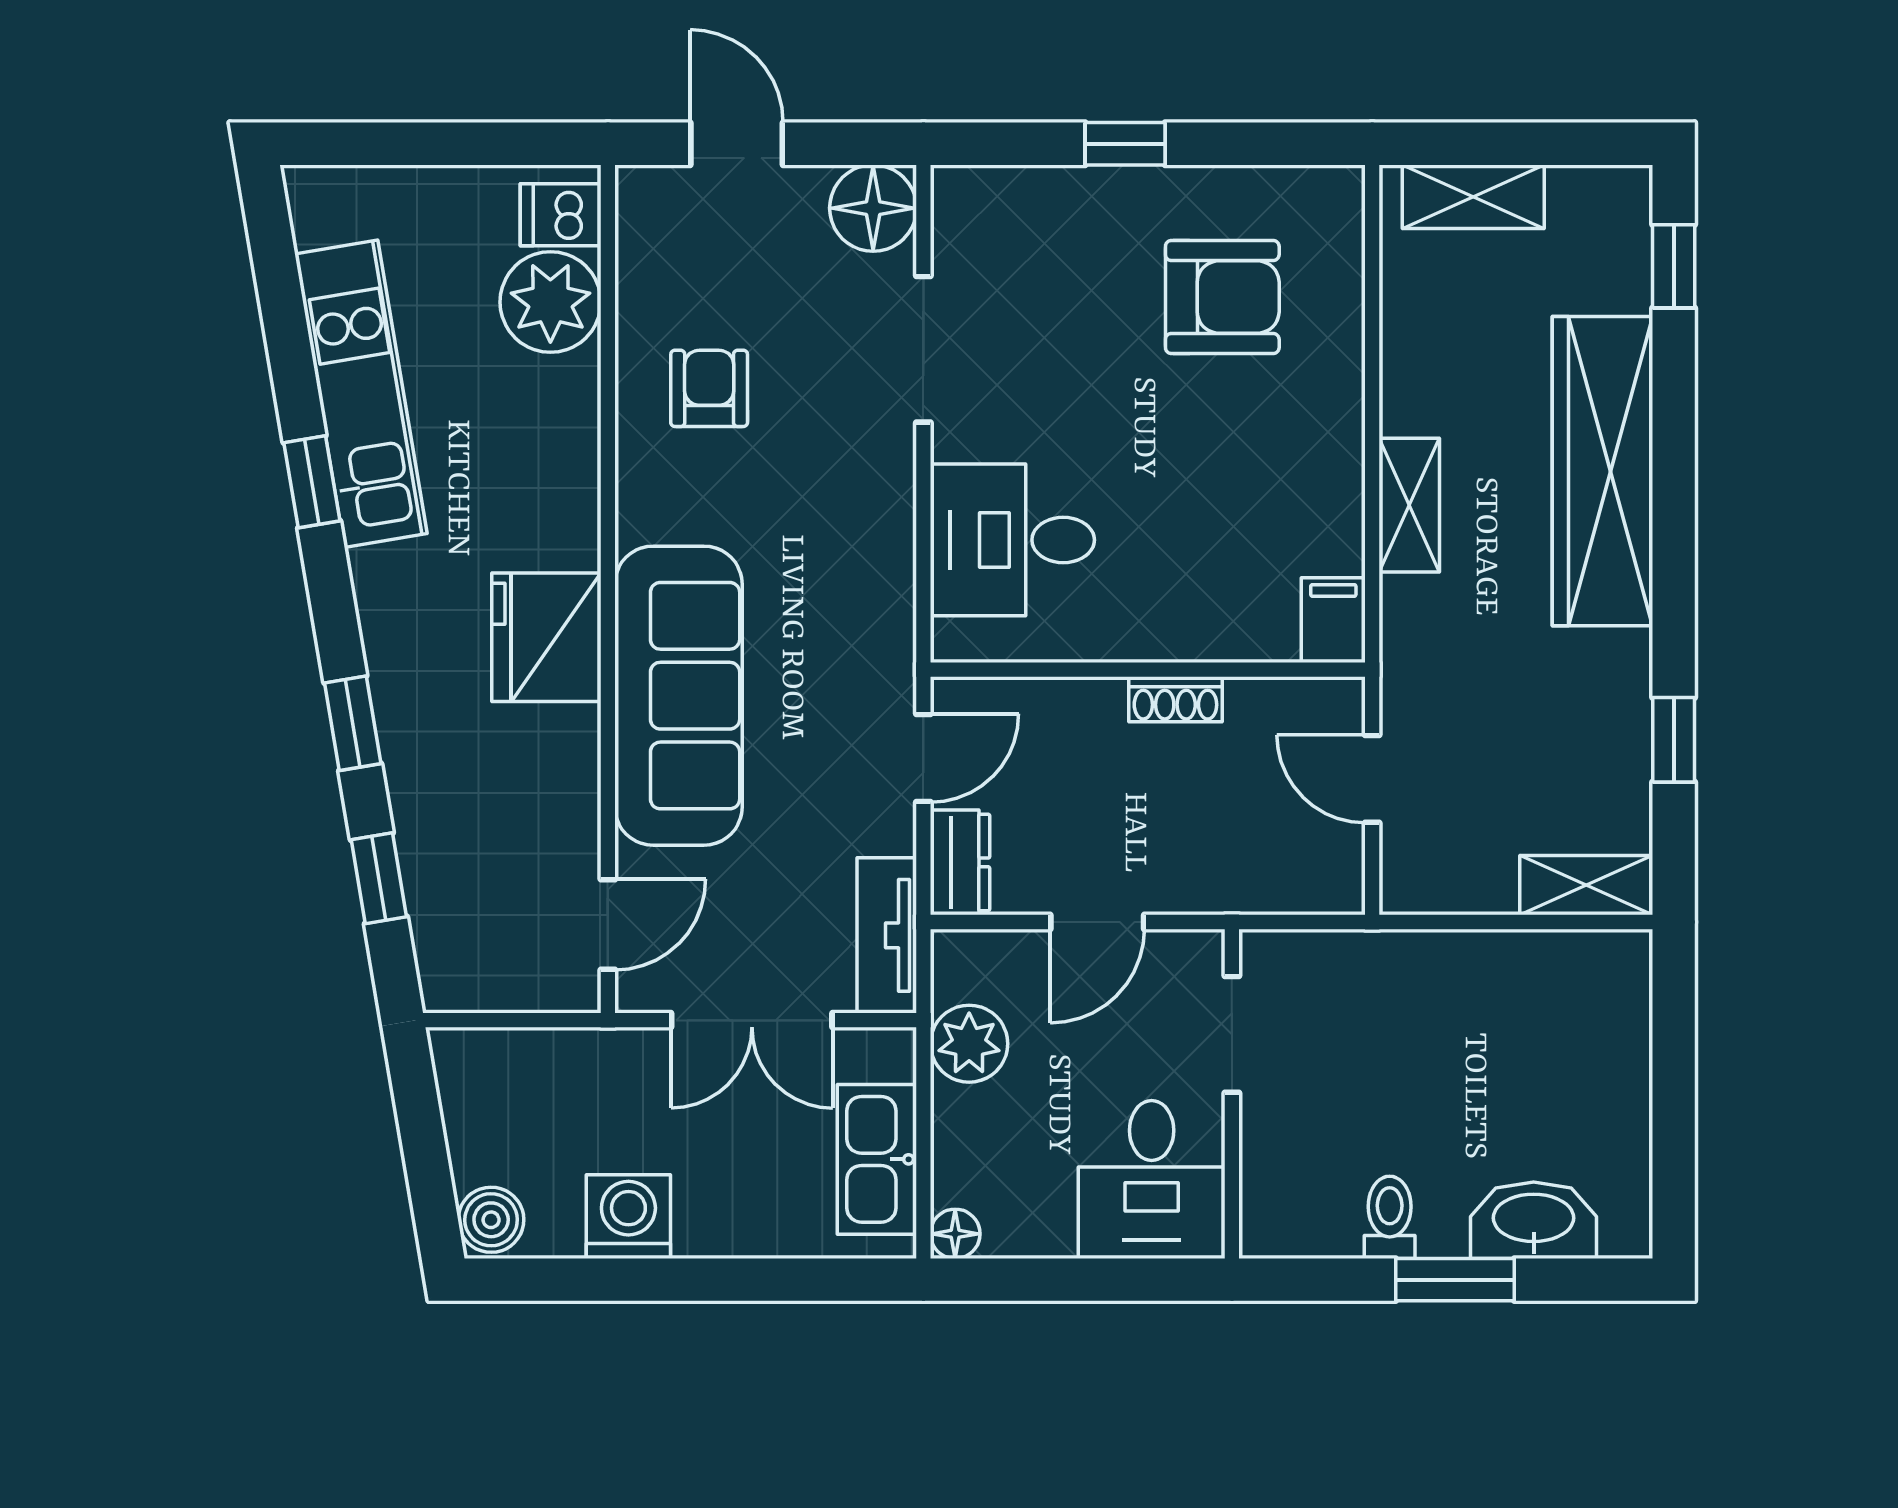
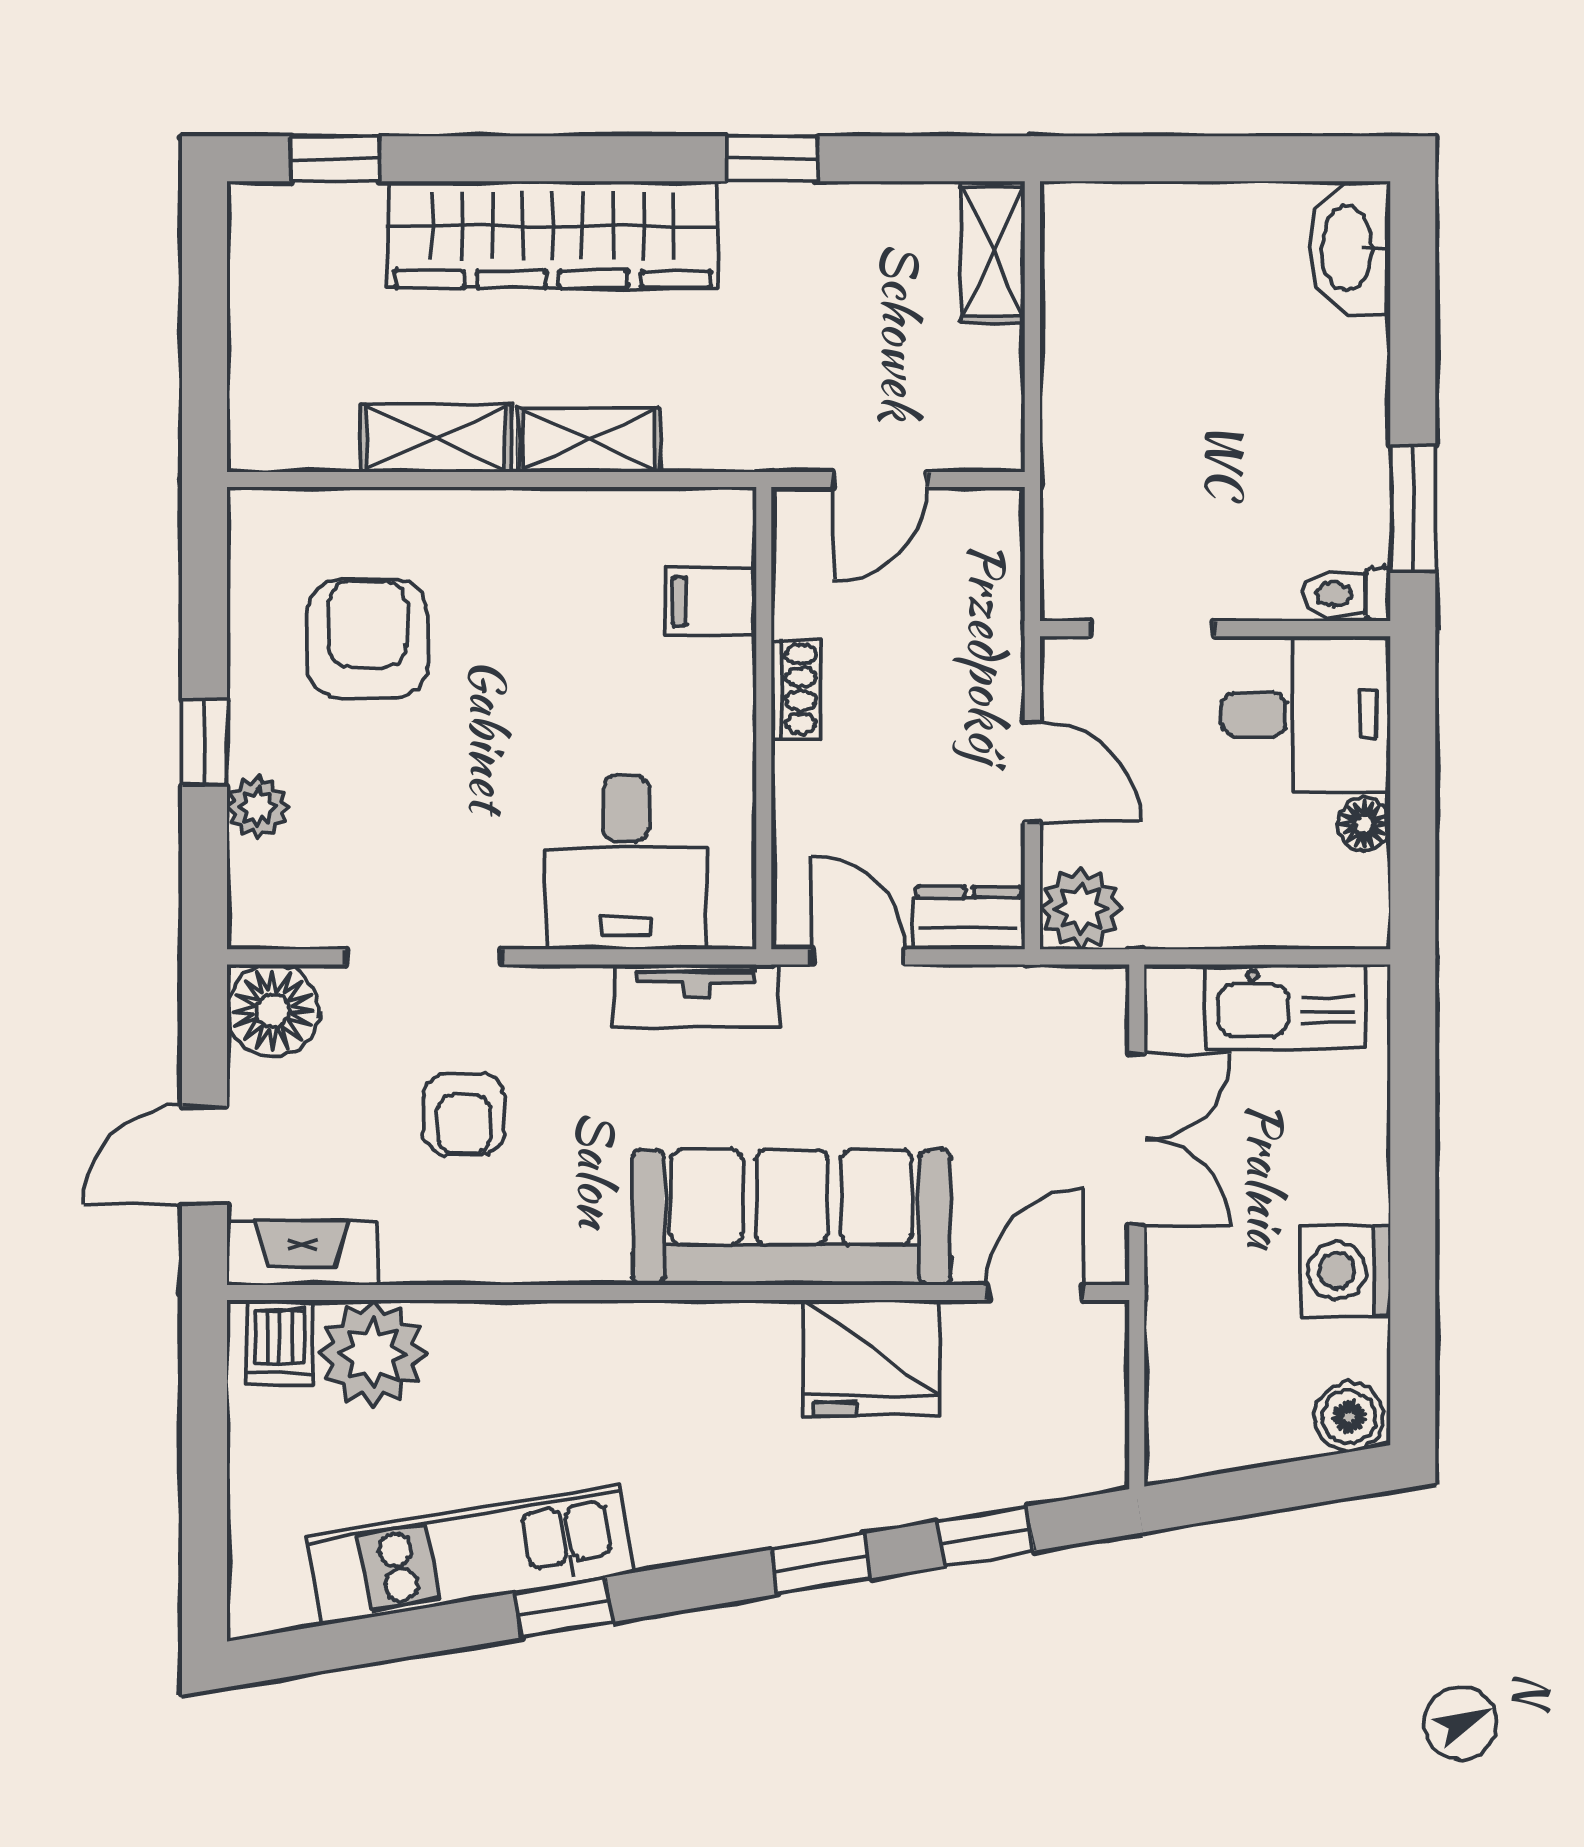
plant: (1064, 194) -> (258, 807), added
shelving: (1473, 197) -> (436, 438), moved, turned 90
fireplace: (645, 235) -> (302, 1253), added
armchair: (709, 388) -> (464, 1114), moved, turned -90
filing cabinet: (1333, 620) -> (711, 601), moved
fridge: (546, 637) -> (871, 1358), moved
window: (1674, 740) -> (772, 159), moved
door: (608, 925) -> (1035, 1293), hinge flipped
tv unit: (887, 935) -> (696, 996), moved
plant: (969, 1044) -> (1081, 908), moved
toilet: (1390, 1217) -> (1346, 594), moved
washbasin: (1534, 1220) -> (1349, 248), moved
floor lamp: (955, 1234) -> (1364, 824), moved
window: (1455, 1280) -> (1413, 508), moved

